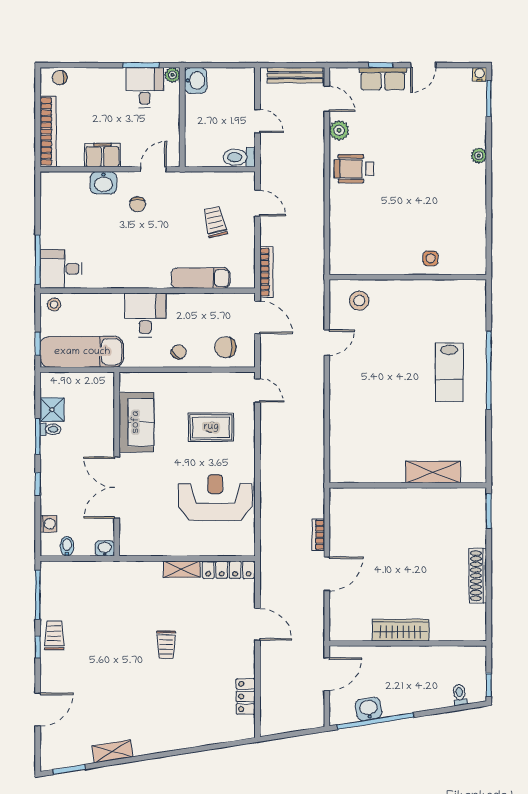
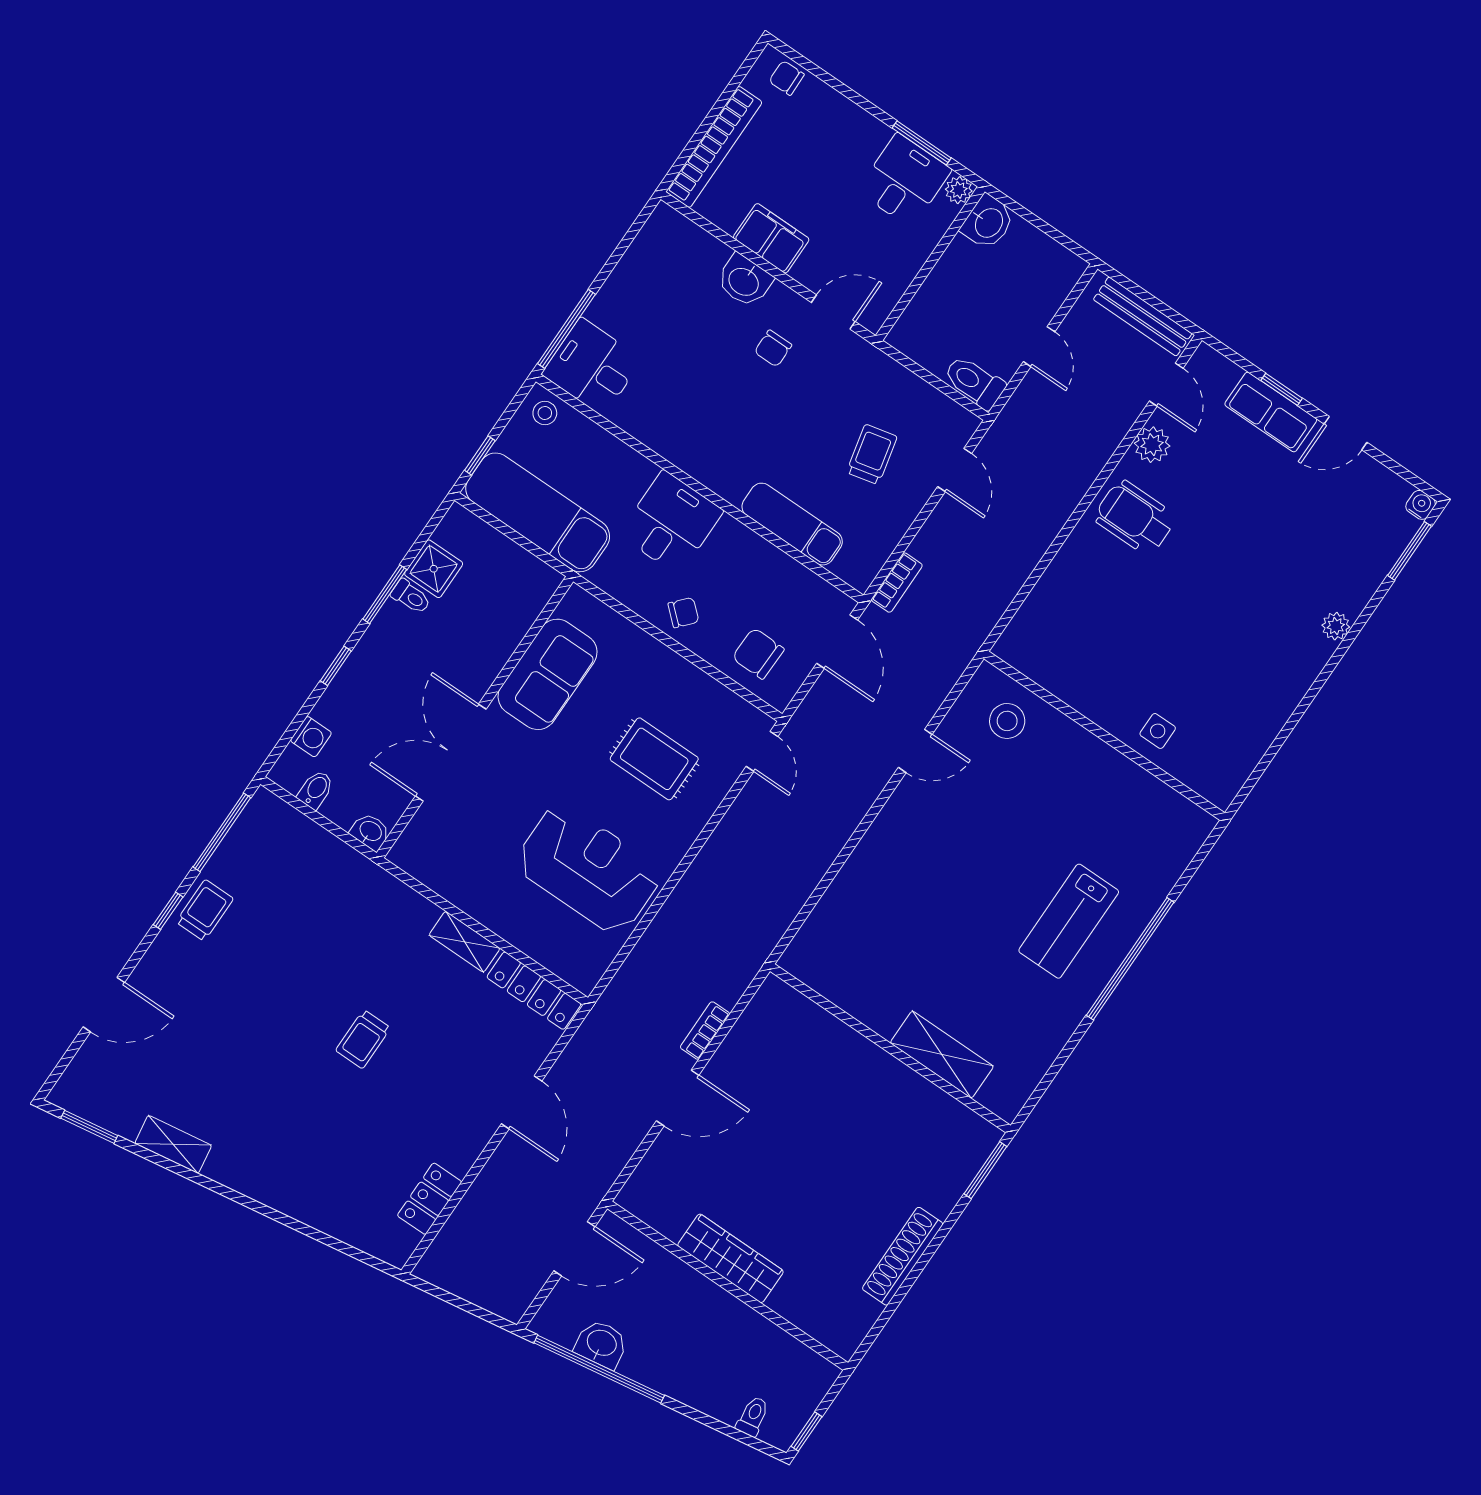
bookcase: (266, 272) -> (897, 583), width x0.64

